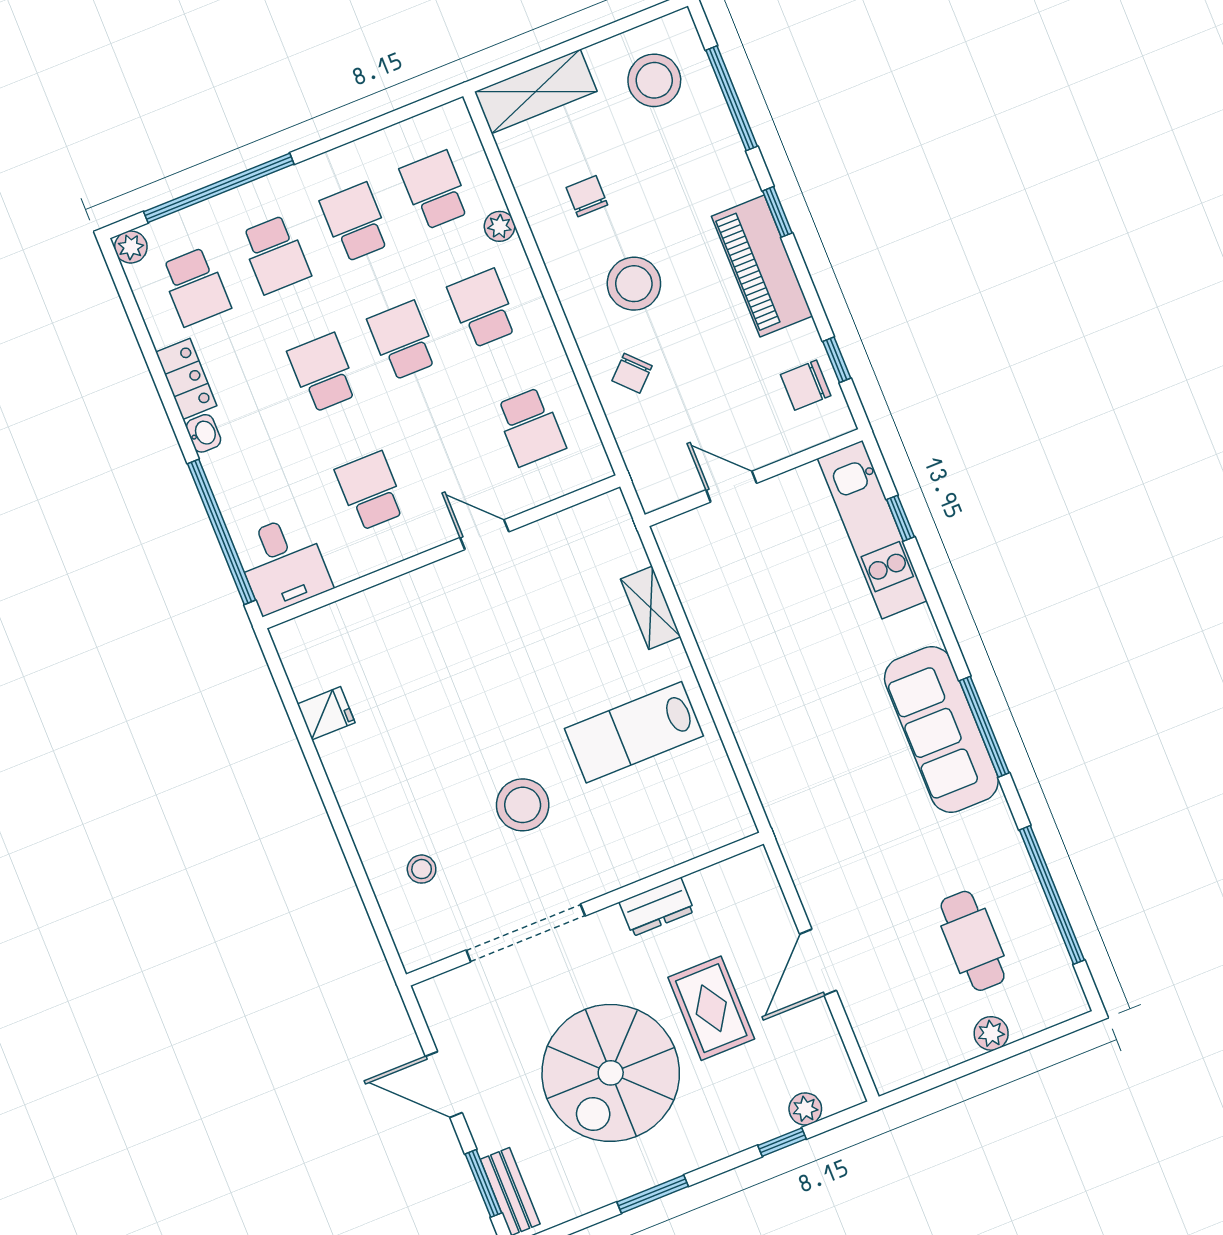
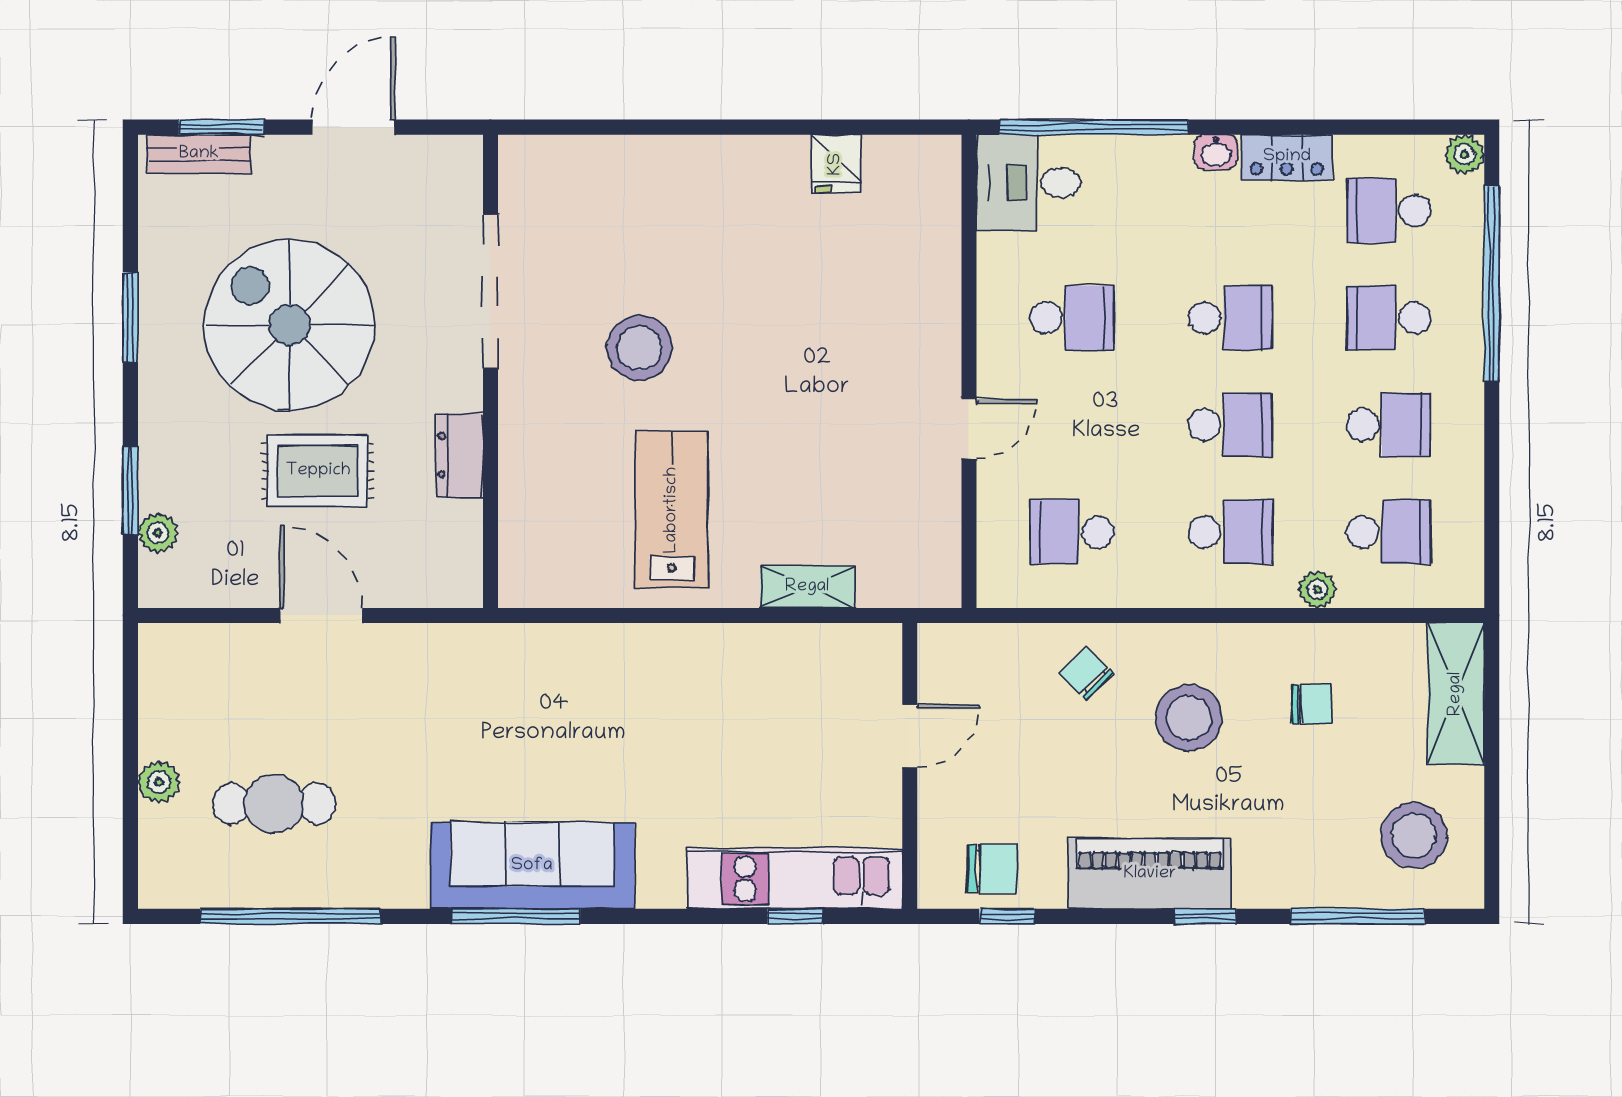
chair: (806, 385) -> (992, 869), turned 90
stool: (422, 869) -> (612, 201), removed
window: (782, 1142) -> (130, 491), width x1.50

